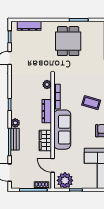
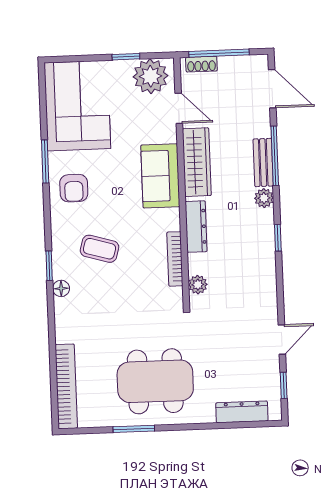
dining table: (68, 41) -> (155, 381), width x1.38
sofa: (62, 130) -> (160, 176), width x0.73
wardrobe: (45, 140) -> (197, 162), width x1.50

